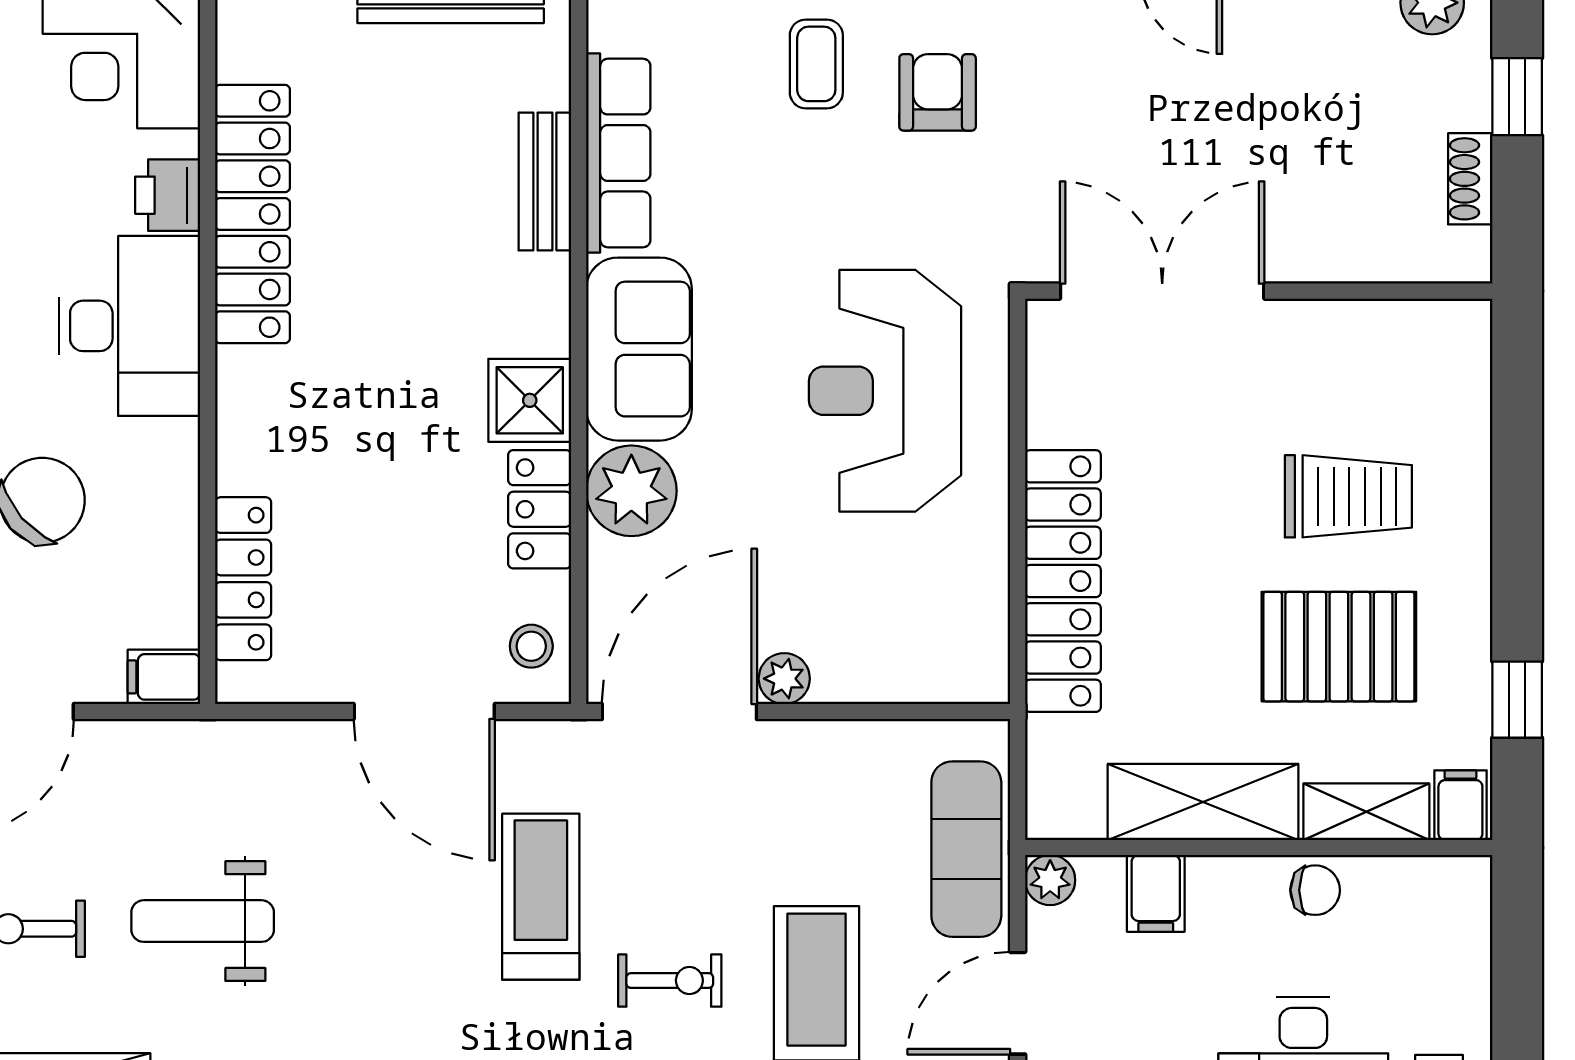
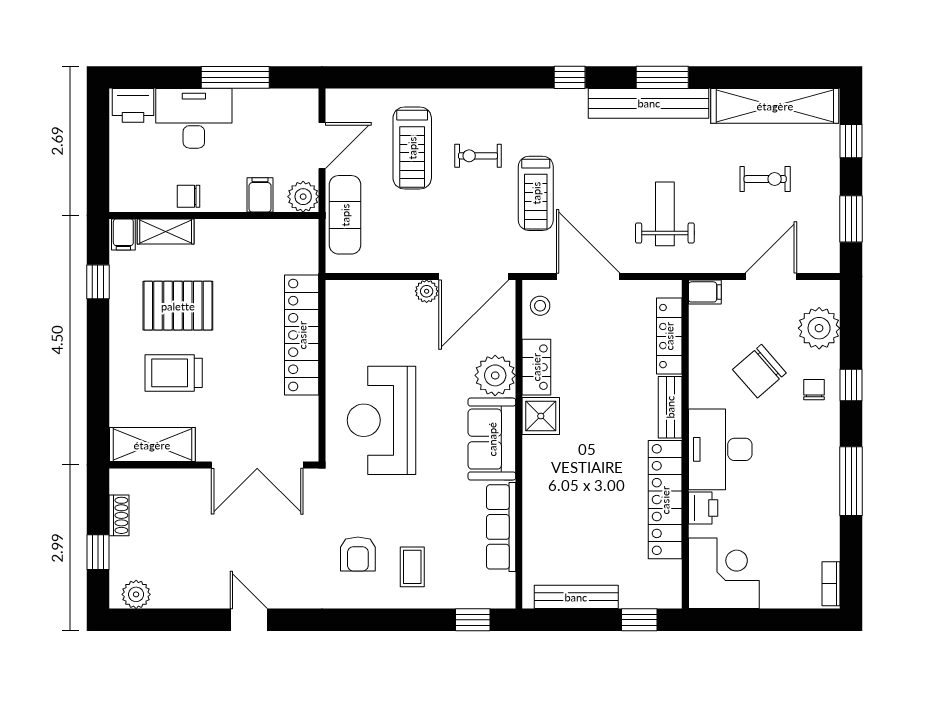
bench: (545, 182) -> (670, 407), moved
reception desk: (885, 391) -> (381, 420), turned 180
shelving: (1203, 802) -> (152, 445), moved
plant: (1050, 880) -> (303, 197), width x1.38, depth x1.38
weight bench: (203, 921) -> (665, 214), moved, turned -90

